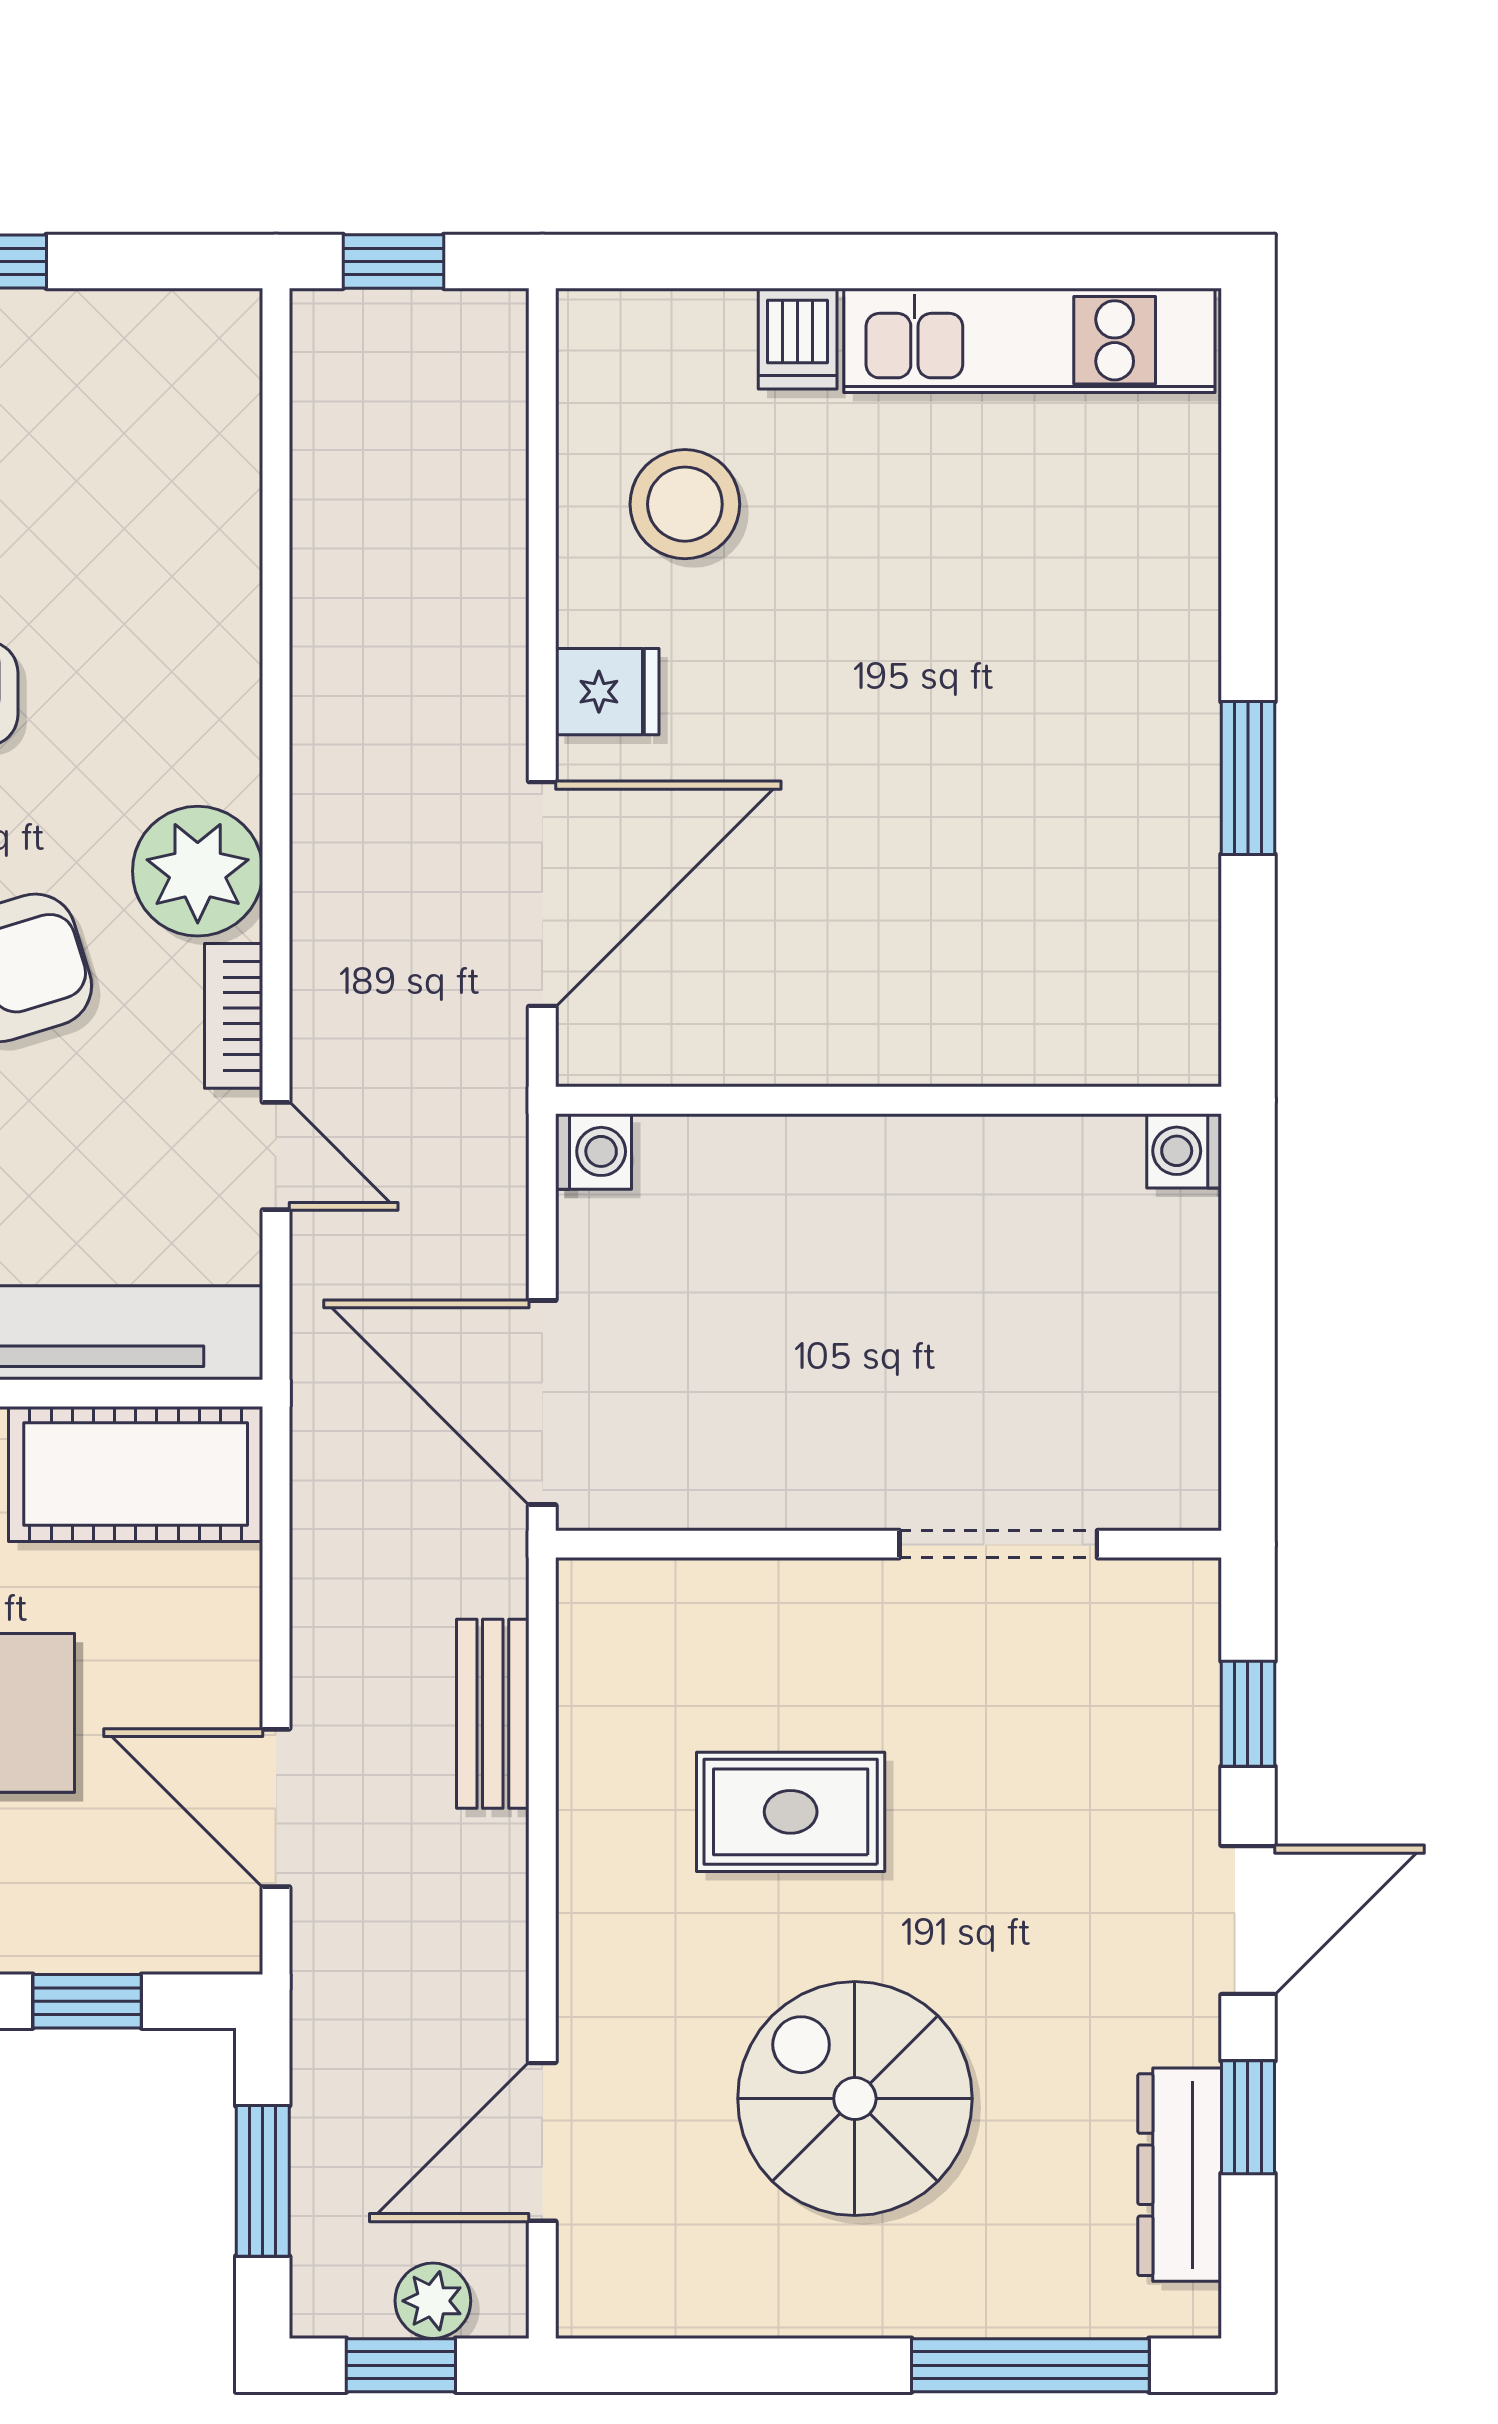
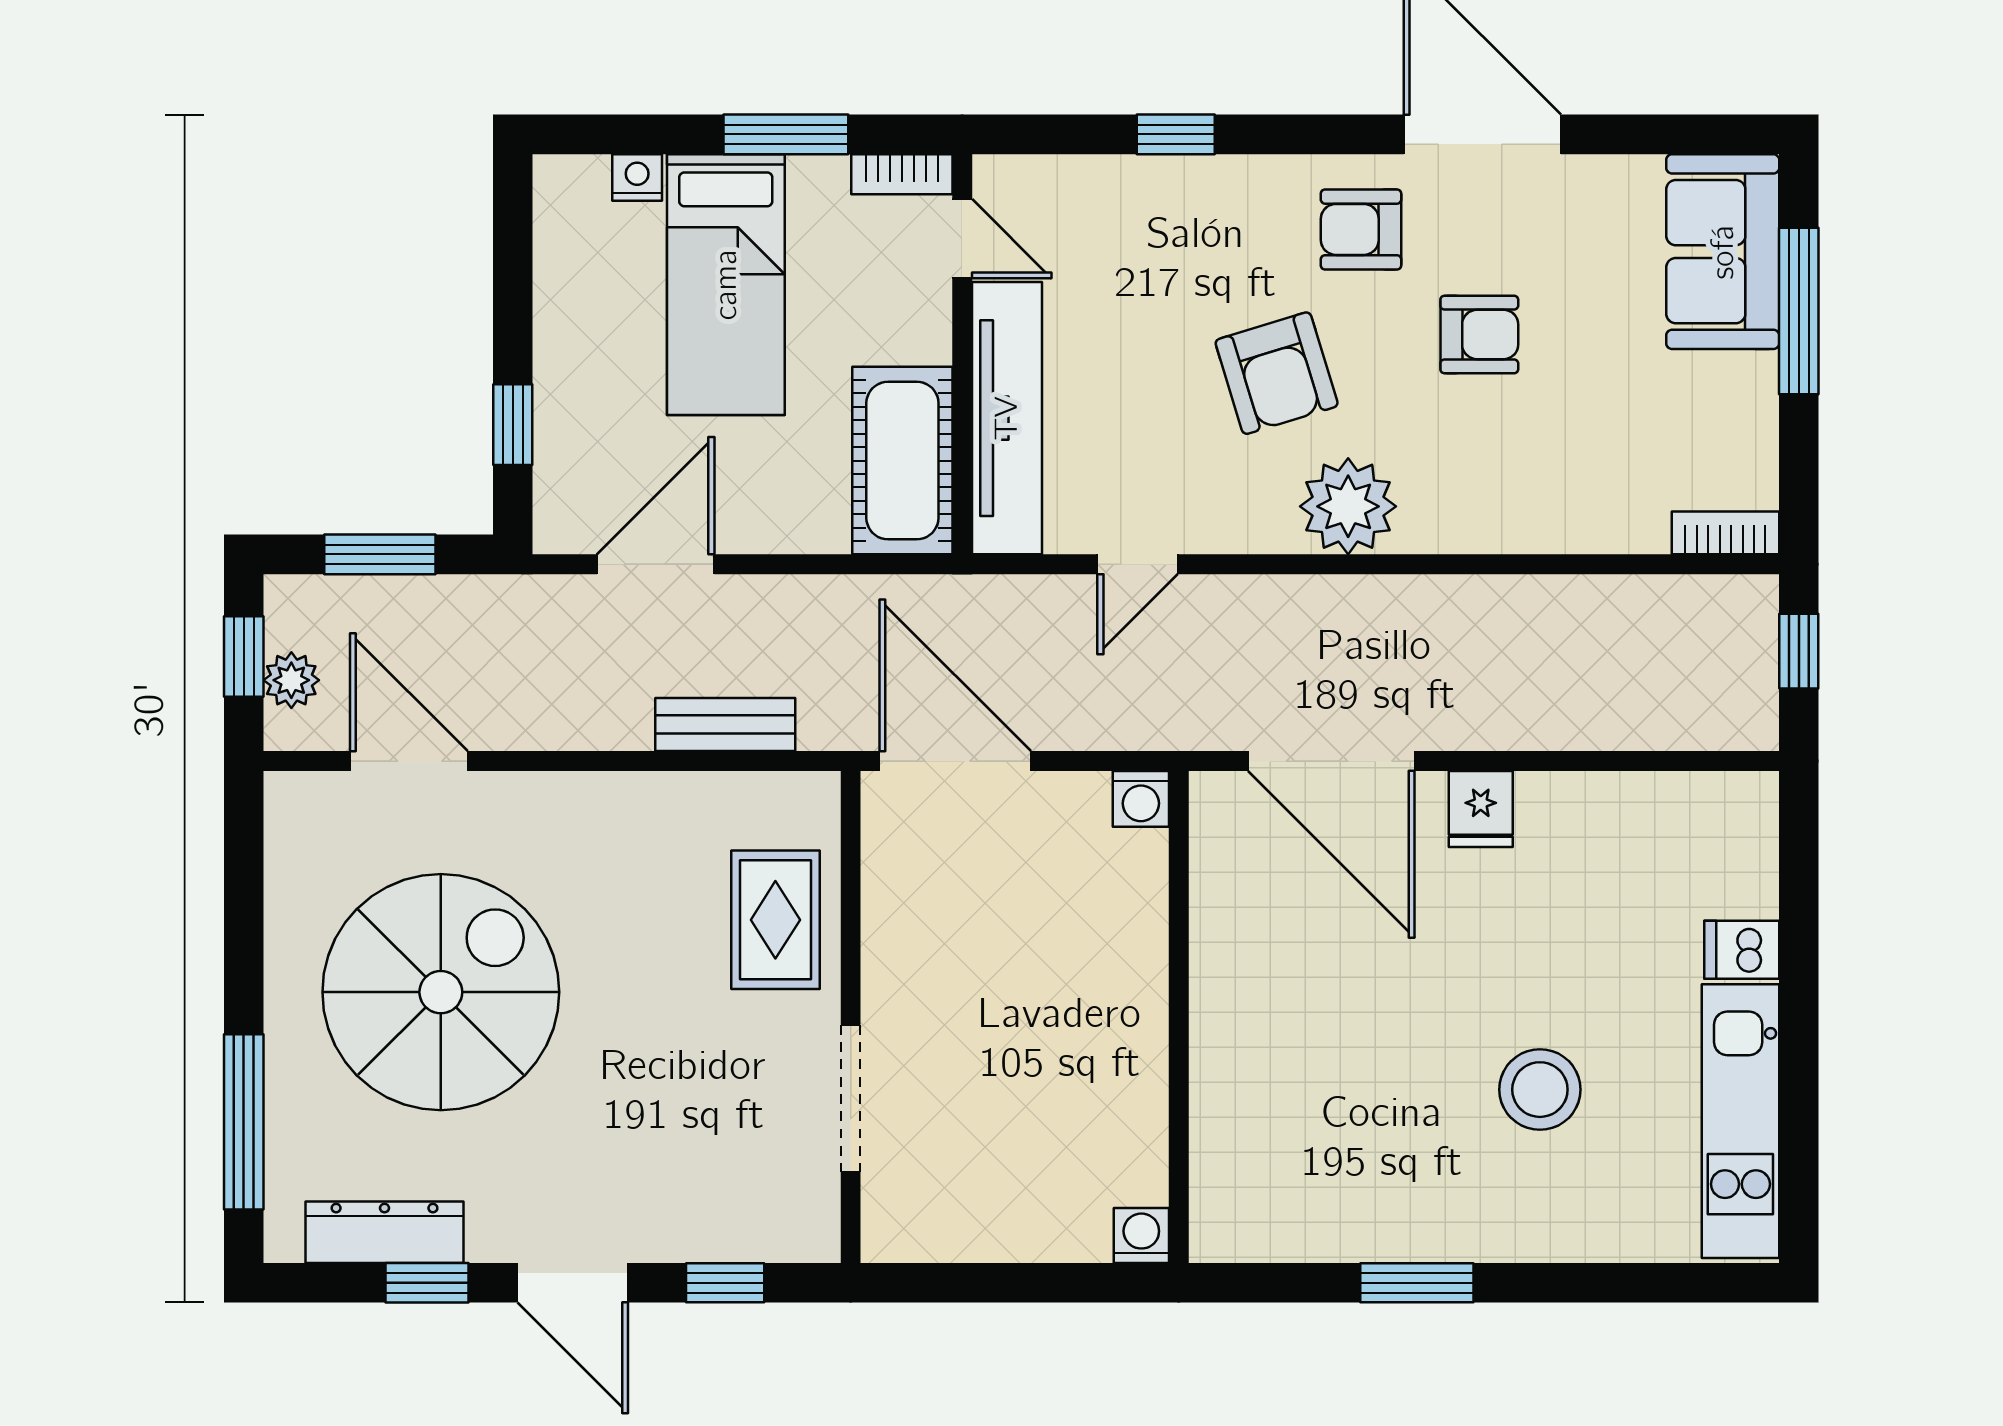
stool: (685, 504) -> (1540, 1090), moved
bookcase: (234, 1016) -> (1725, 533), moved
door: (542, 1403) -> (955, 761), hinge flipped
rug: (791, 1812) -> (775, 920), moved
spiral stairs: (855, 2099) -> (441, 992), width x1.37, depth x1.37

